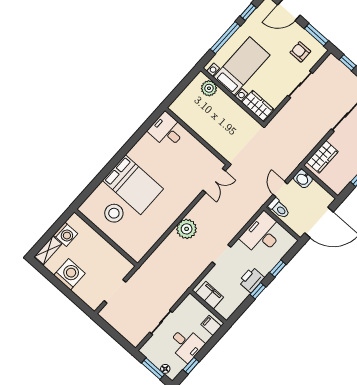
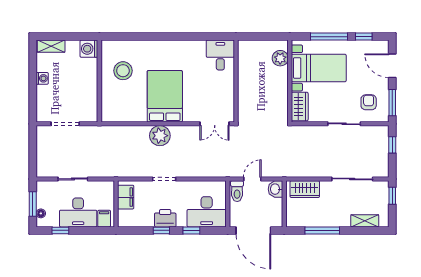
bed: (133, 185) -> (165, 96), moved, turned 180
washing machine: (66, 234) -> (89, 49), moved, turned 90
desk: (262, 234) -> (207, 212), moved, turned 180
washing machine: (70, 274) -> (42, 78), width x0.53, depth x0.53
desk: (186, 344) -> (78, 212), width x1.37

